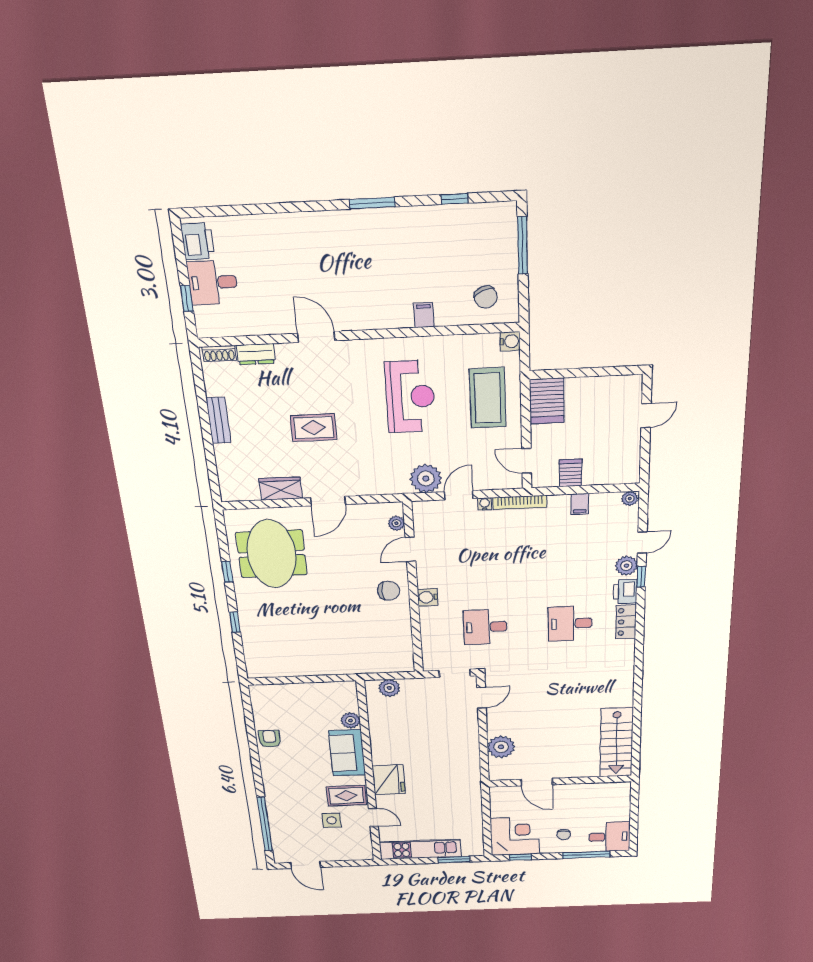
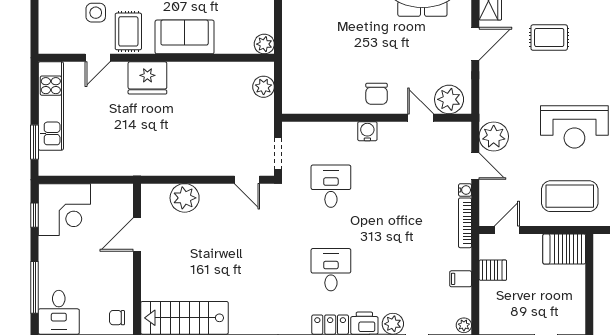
rug: (314, 428) -> (549, 38), turned 90
door: (328, 501) -> (475, 44), swing flipped
plant: (396, 523) -> (449, 99), width x1.87, depth x1.87
plant: (351, 720) -> (264, 44), moved
chair: (564, 834) -> (117, 318), moved

